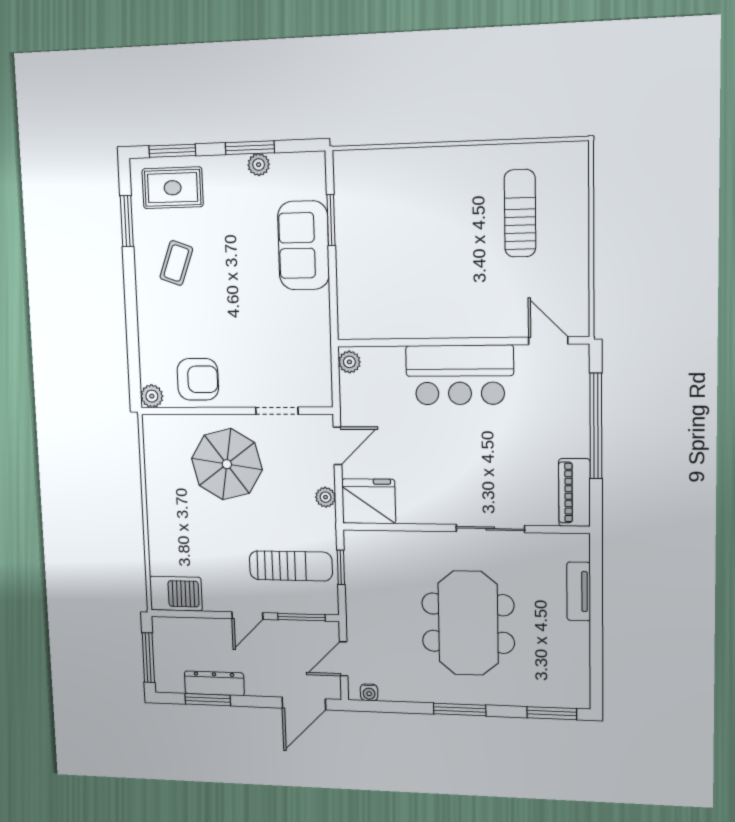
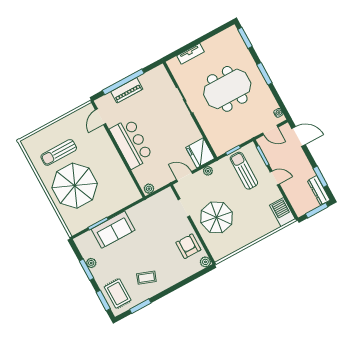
parasol: (433, 212) -> (75, 186), added
piano: (574, 493) -> (127, 90), moved
dresser: (214, 683) -> (319, 190), moved

